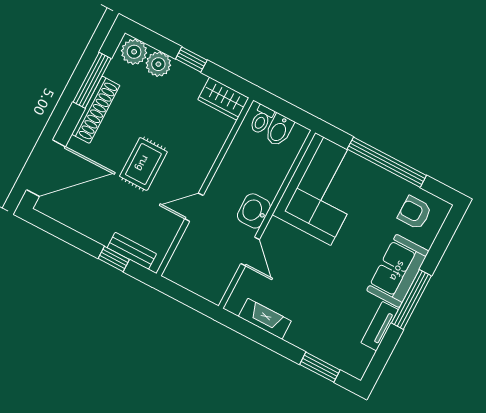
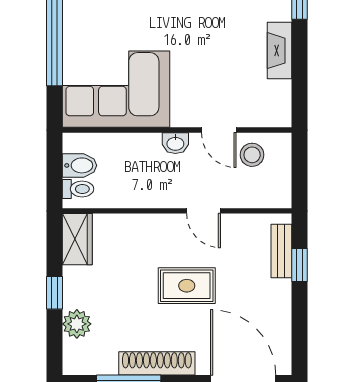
plant: (134, 52) -> (77, 355), removed
washbasin: (254, 211) -> (175, 143), width x0.72, depth x0.69
door: (250, 251) -> (219, 130), swing flipped
stool: (218, 267) -> (252, 155), added
fireplace: (265, 319) -> (280, 51), moved

